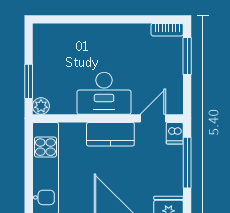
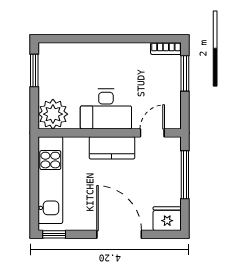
window: (29, 81) -> (34, 70), moved
plant: (41, 106) -> (53, 114), width x1.88, depth x1.88
dishwasher: (175, 133) -> (173, 147), removed

